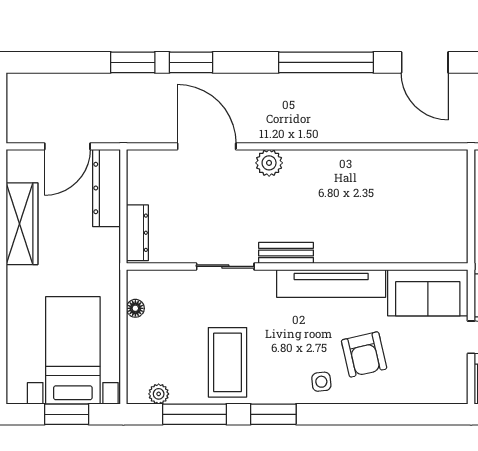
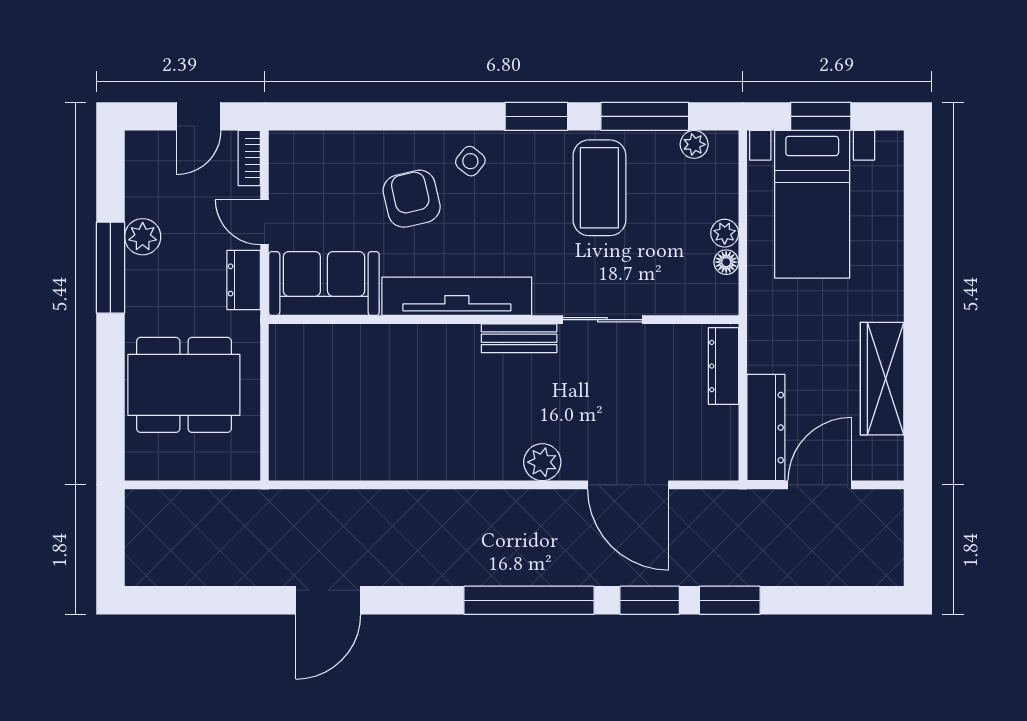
window: (326, 62) -> (529, 600), moved
door: (425, 62) -> (328, 600), swing flipped
plant: (136, 329) -> (725, 233), added
side table: (321, 382) -> (470, 161), turned 45

